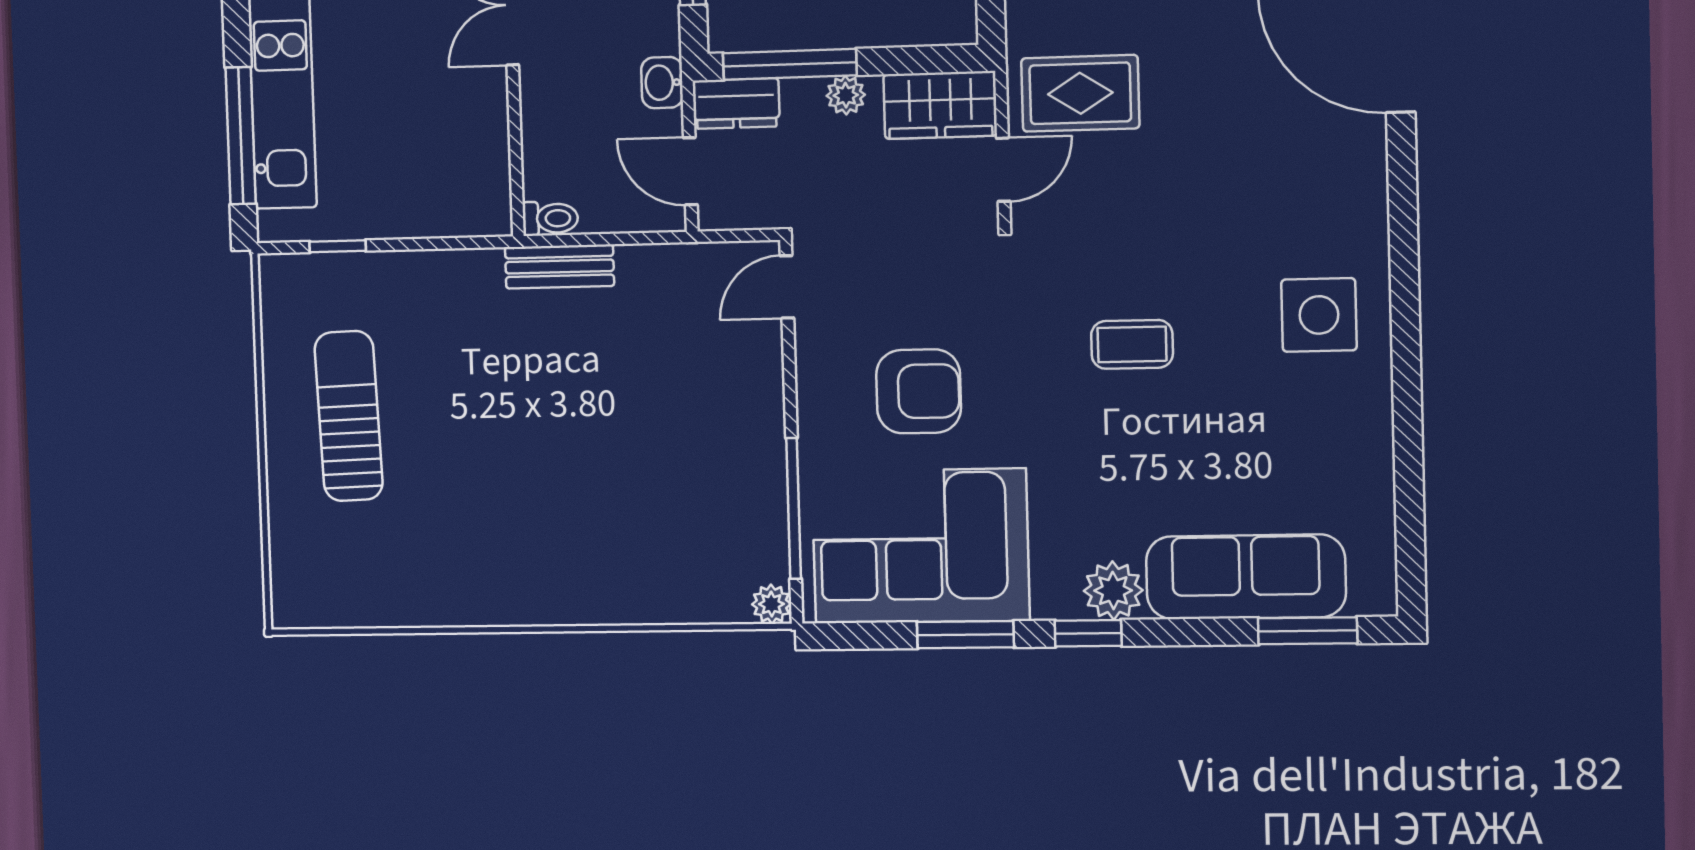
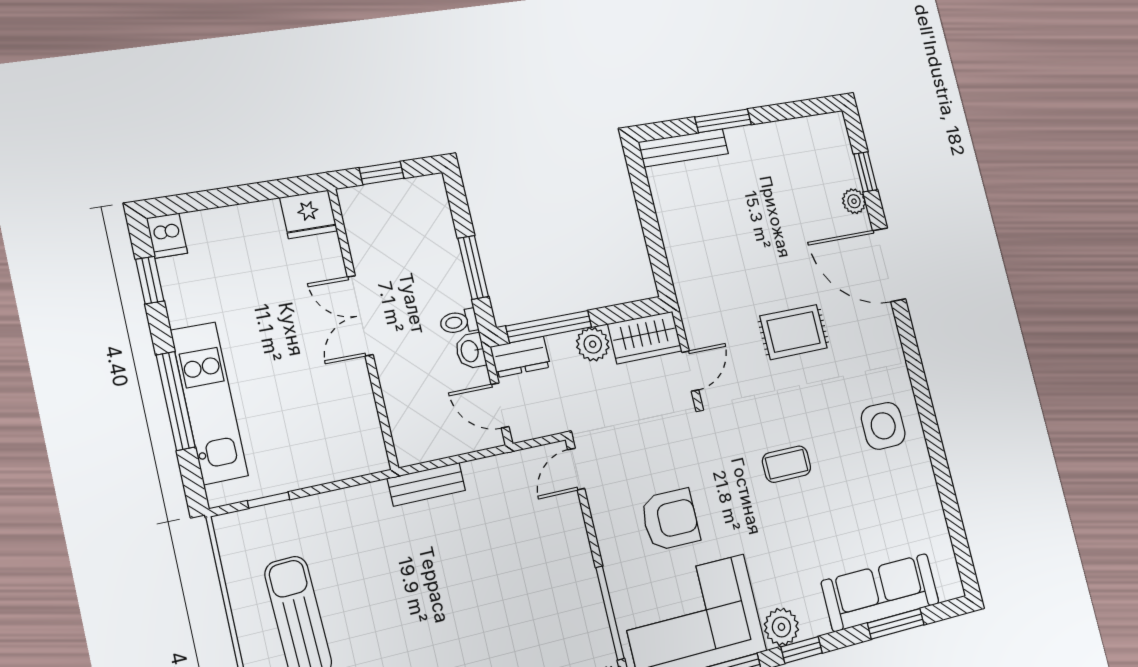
rug: (1080, 93) -> (794, 332), moved
plant: (846, 95) -> (593, 344), width x1.38, depth x1.38
window: (241, 136) -> (176, 401), moved
toilet: (550, 218) -> (459, 322), moved, turned 180
plant: (1113, 591) -> (781, 627), moved
window: (1308, 631) -> (896, 624), moved

